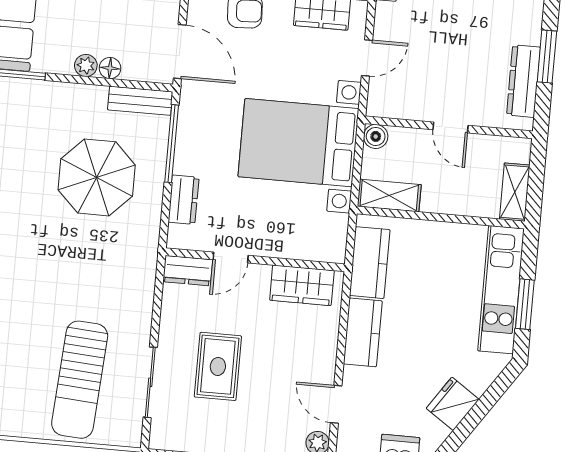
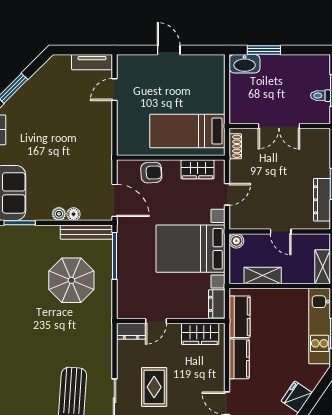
bench: (140, 101) -> (86, 232), width x1.36
shelving: (389, 195) -> (263, 275), moved
dresser: (184, 200) -> (217, 304), moved, turned 180

